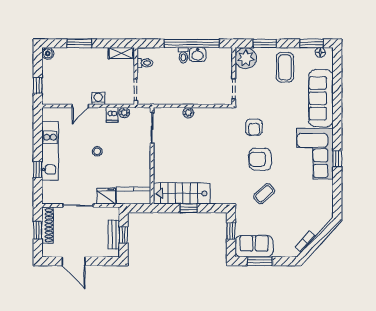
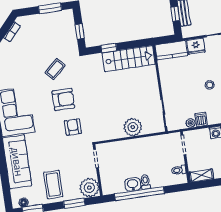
plant: (188, 113) -> (133, 127), width x1.88, depth x1.88
window: (189, 208) -> (109, 48), moved
sofa: (254, 246) -> (57, 21), removed

